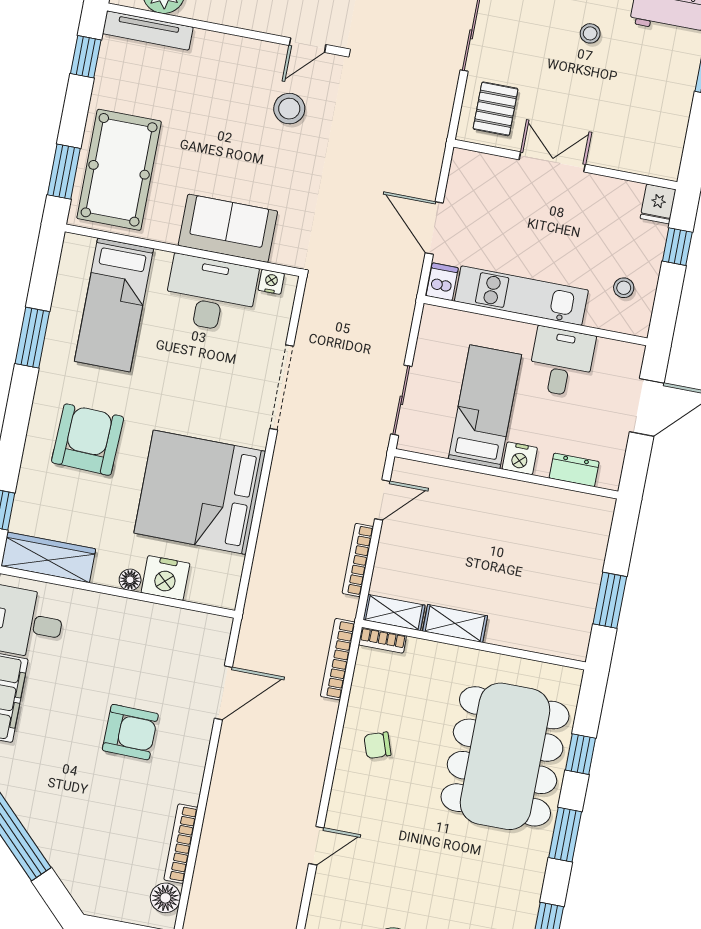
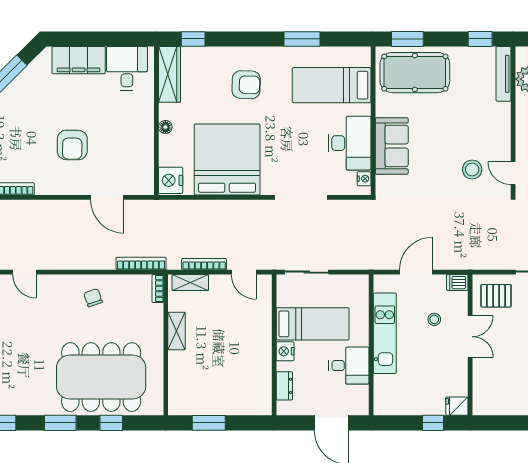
dishwasher: (442, 282) -> (457, 283), moved, turned 180
stool: (624, 288) -> (434, 319), moved
armchair: (88, 440) -> (246, 85), width x0.73, depth x0.73
nightstand: (165, 578) -> (171, 180), moved
shelving: (394, 613) -> (190, 282), moved, turned 90

